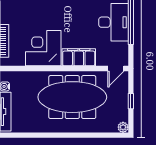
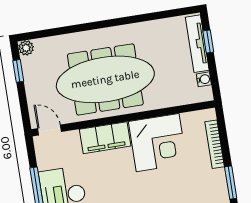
door: (116, 68) -> (50, 130), hinge flipped
window: (131, 101) -> (18, 71), moved

